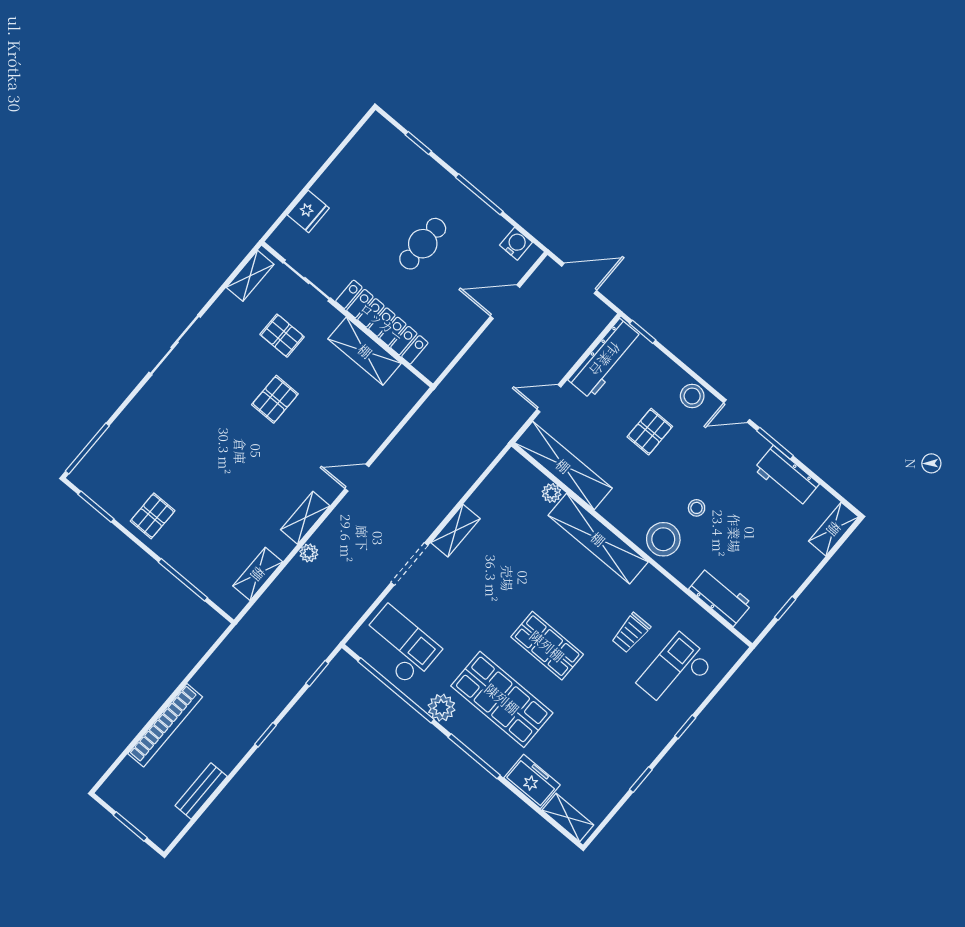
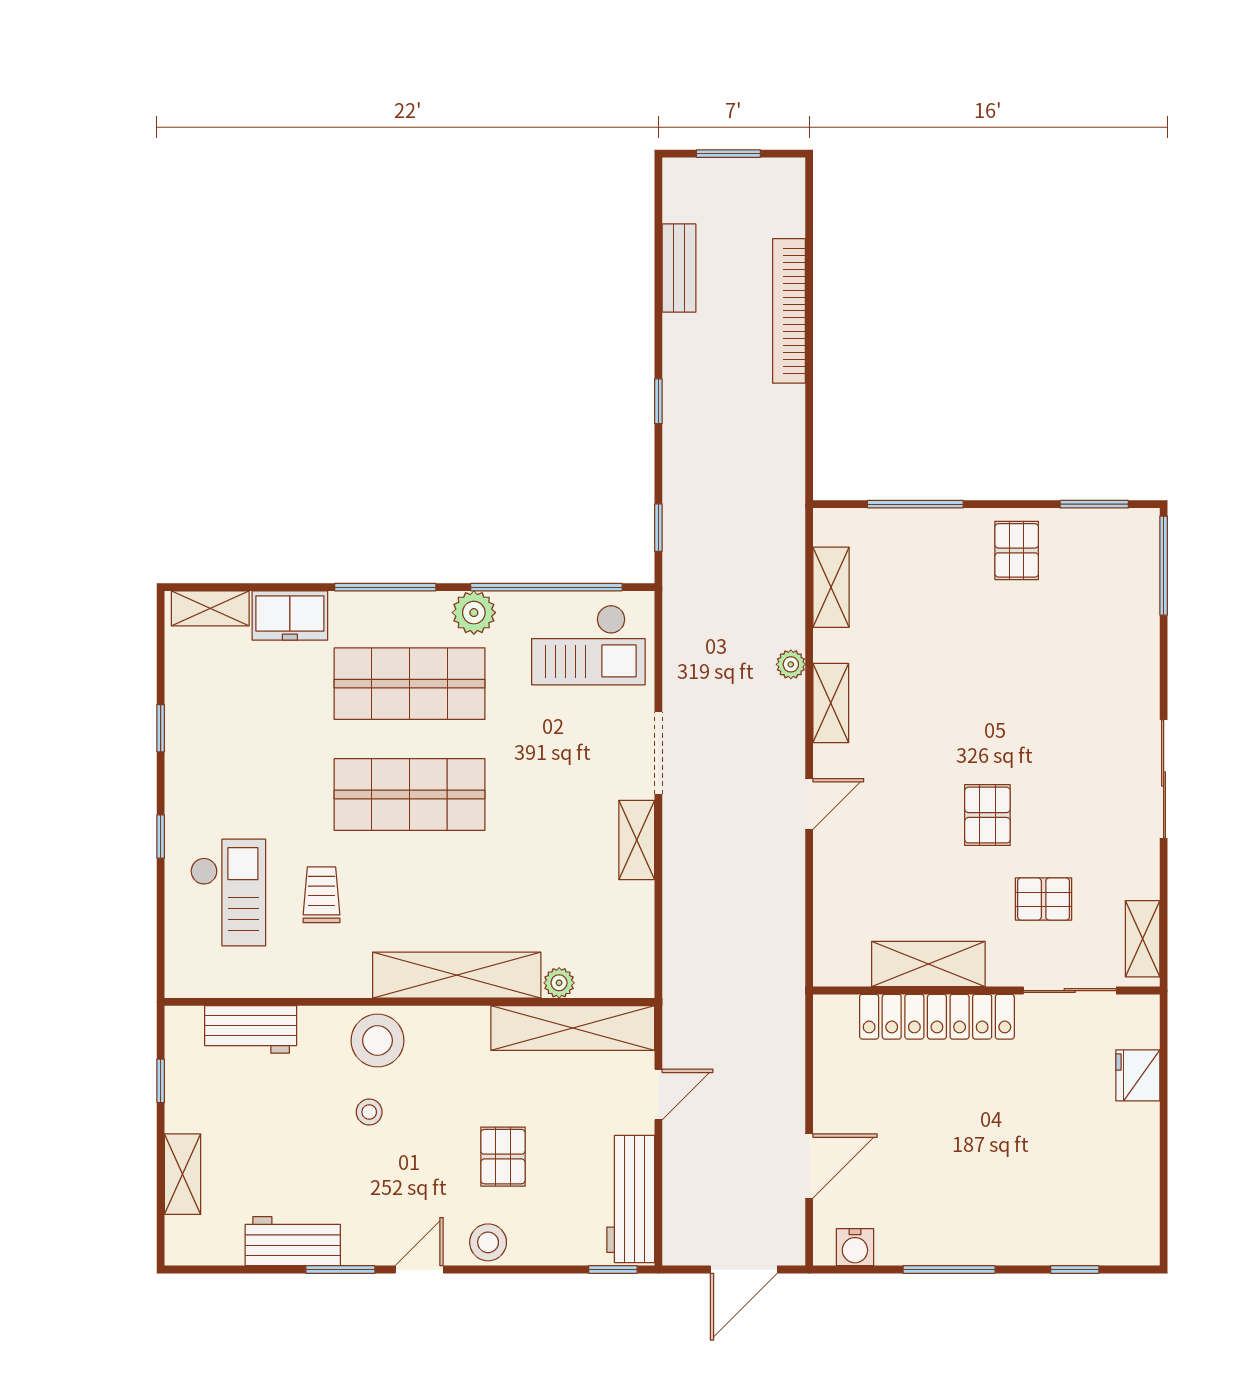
cafe table: (423, 244) -> (967, 1153), removed
shelving: (834, 529) -> (183, 1174), moved
shop shelf: (547, 646) -> (410, 794), width x1.43, depth x1.36

